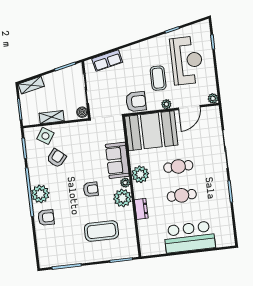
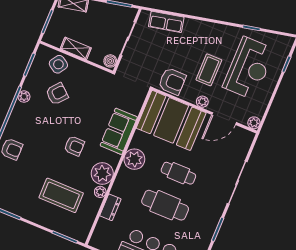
plant: (125, 183) -> (100, 192), moved
plant: (40, 194) -> (24, 97), moved, width x0.53, depth x0.53
cafe table: (182, 195) -> (165, 205), width x1.37, depth x1.35
dresser: (141, 209) -> (110, 207), moved

